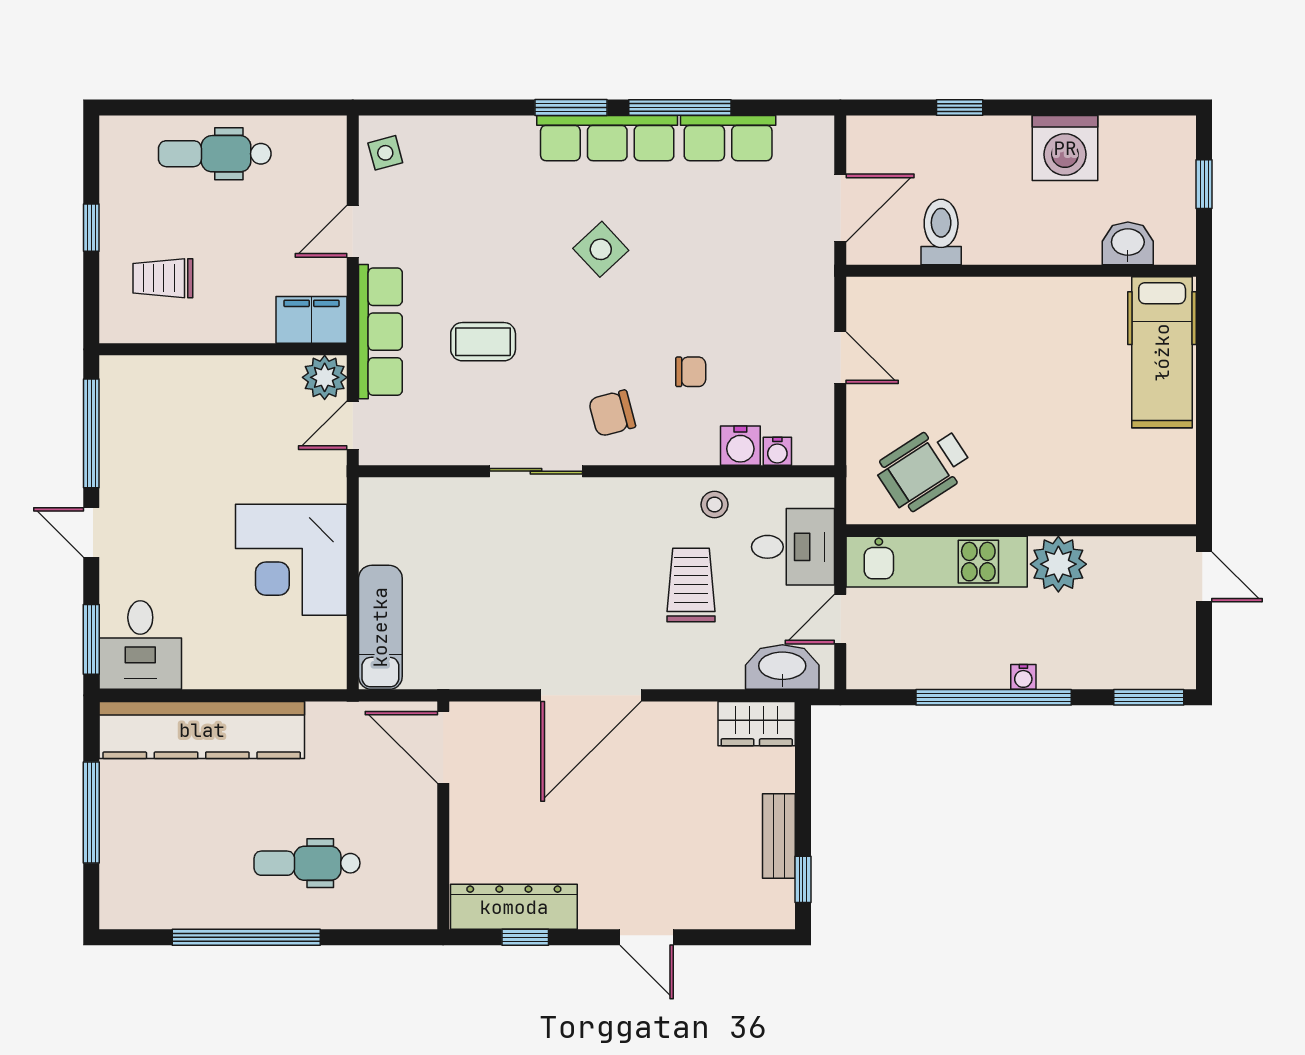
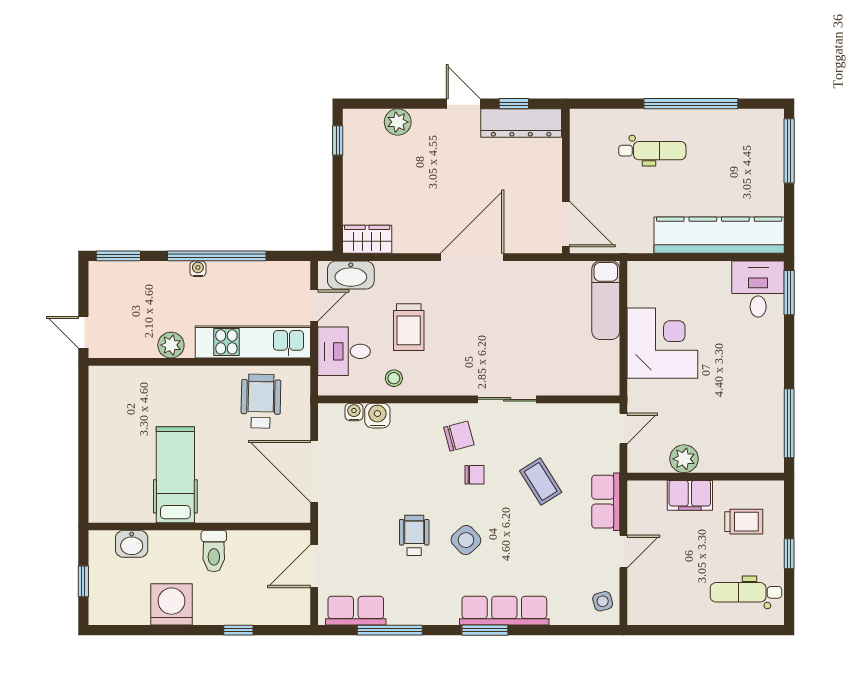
window: (680, 107) -> (390, 630), moved
row of seats: (607, 138) -> (504, 611), moved
row of seats: (728, 138) -> (356, 611), moved
dental chair: (215, 154) -> (746, 592), moved, turned 180
toilet: (941, 232) -> (214, 551), moved
wheelchair: (682, 257) -> (414, 535), added
filing cabinet: (311, 320) -> (690, 495), moved
row of seats: (380, 332) -> (606, 502), width x0.68
coffee table: (483, 342) -> (541, 481), turned 58
hospital bed: (1162, 352) -> (175, 475), moved
door: (840, 358) -> (314, 471), width x1.87
chair: (691, 372) -> (474, 475), moved, turned 180
plant: (325, 377) -> (684, 459), moved
wheelchair: (924, 468) -> (261, 401), turned -56
door: (91, 532) -> (789, 360), removed
plant: (1058, 564) -> (171, 345), width x0.73, depth x0.73
window: (91, 813) -> (789, 151), moved
bench: (779, 836) -> (353, 168), removed
plant: (708, 908) -> (398, 122), added
door: (647, 937) -> (463, 104), moved

